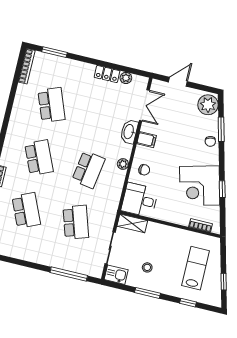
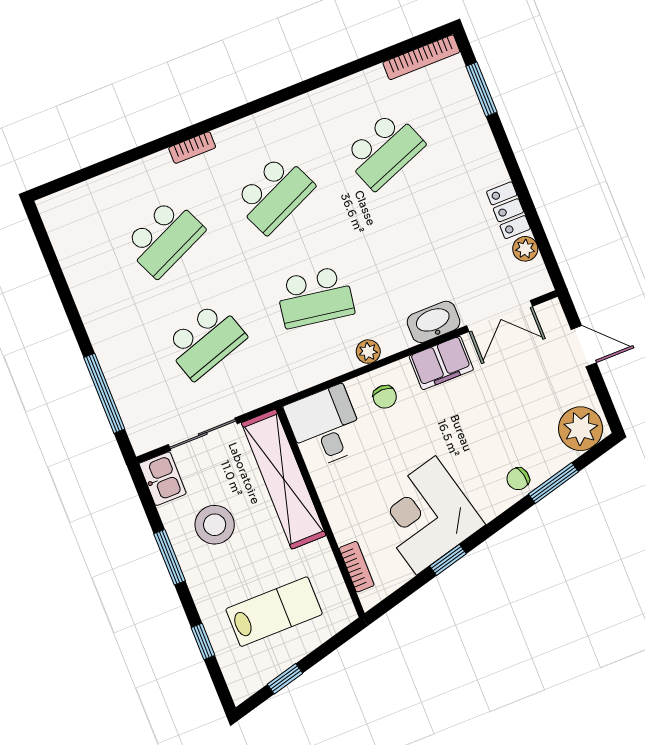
filing cabinet: (147, 140) -> (441, 363), width x2.00
shelving: (132, 223) -> (284, 479), width x2.20, depth x1.33
stool: (147, 267) -> (215, 525), width x1.89, depth x1.89

